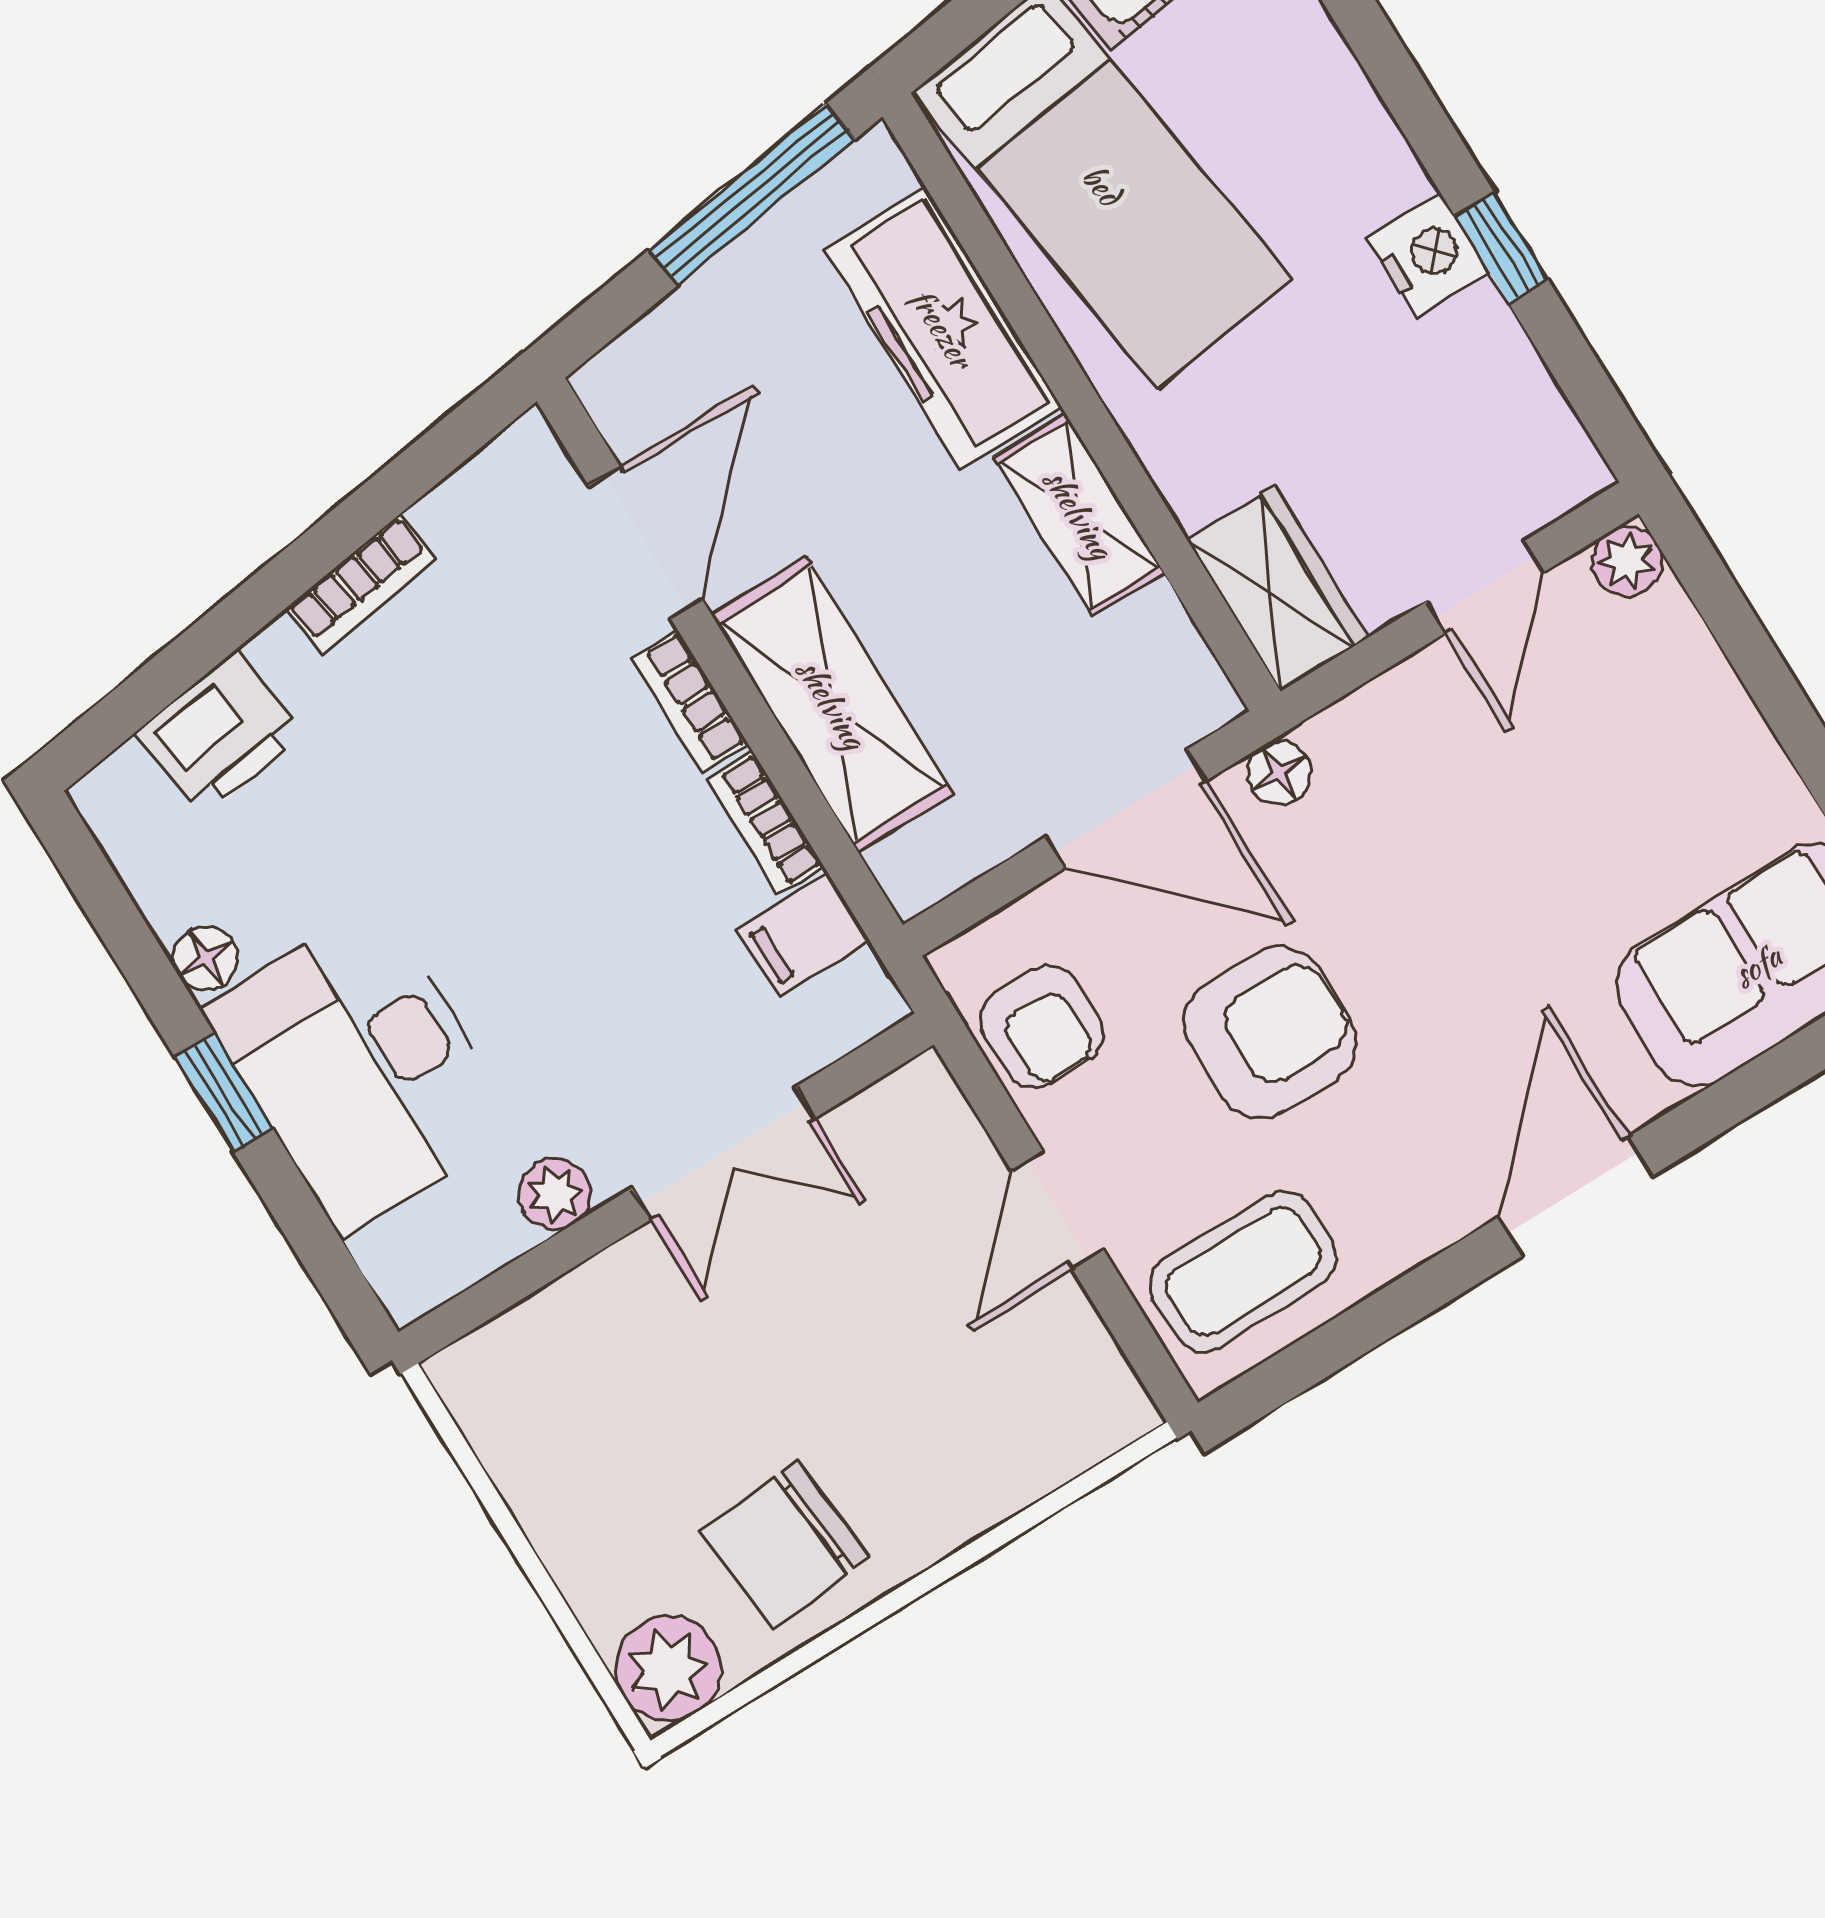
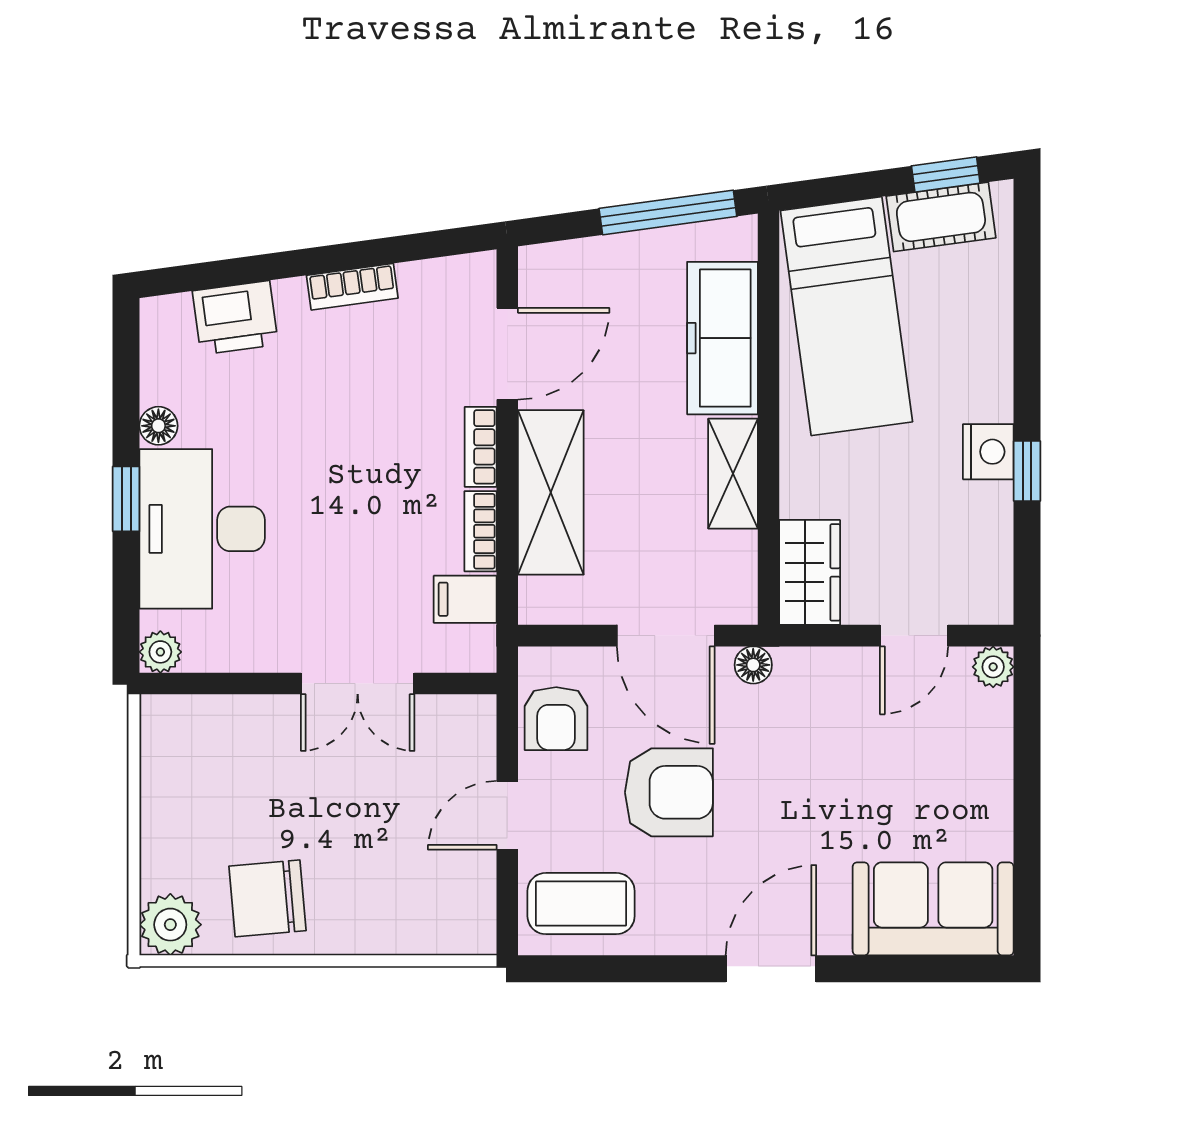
plant: (555, 1194) -> (160, 652), moved

